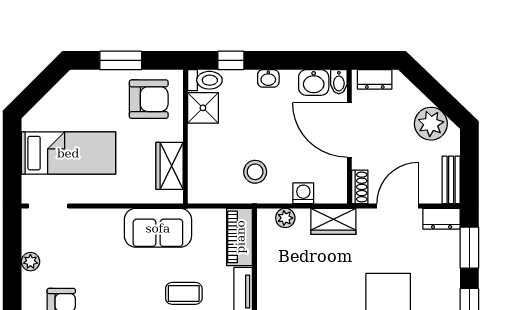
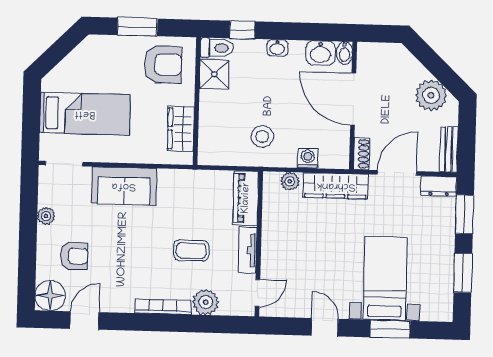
dresser: (375, 79) -> (379, 52), removed
wardrobe: (333, 221) -> (336, 186), width x1.50
sofa: (158, 228) -> (124, 186), moved

